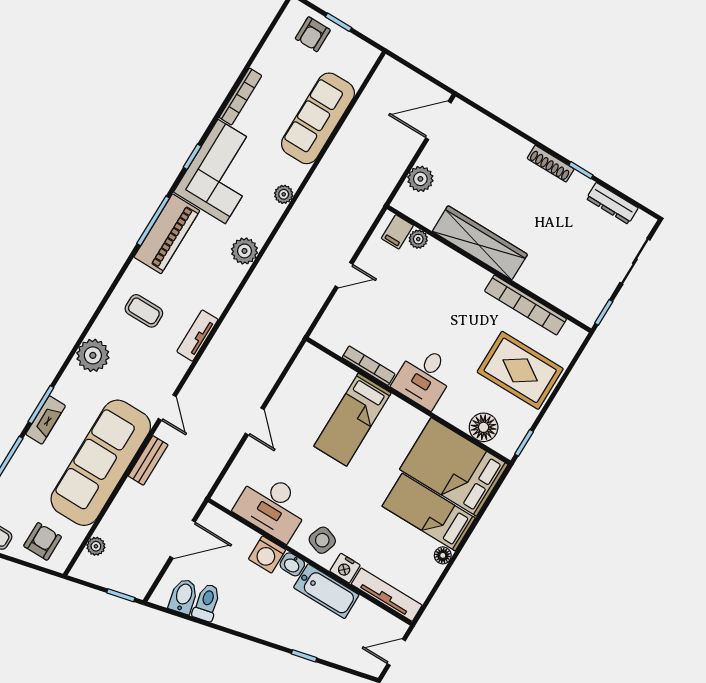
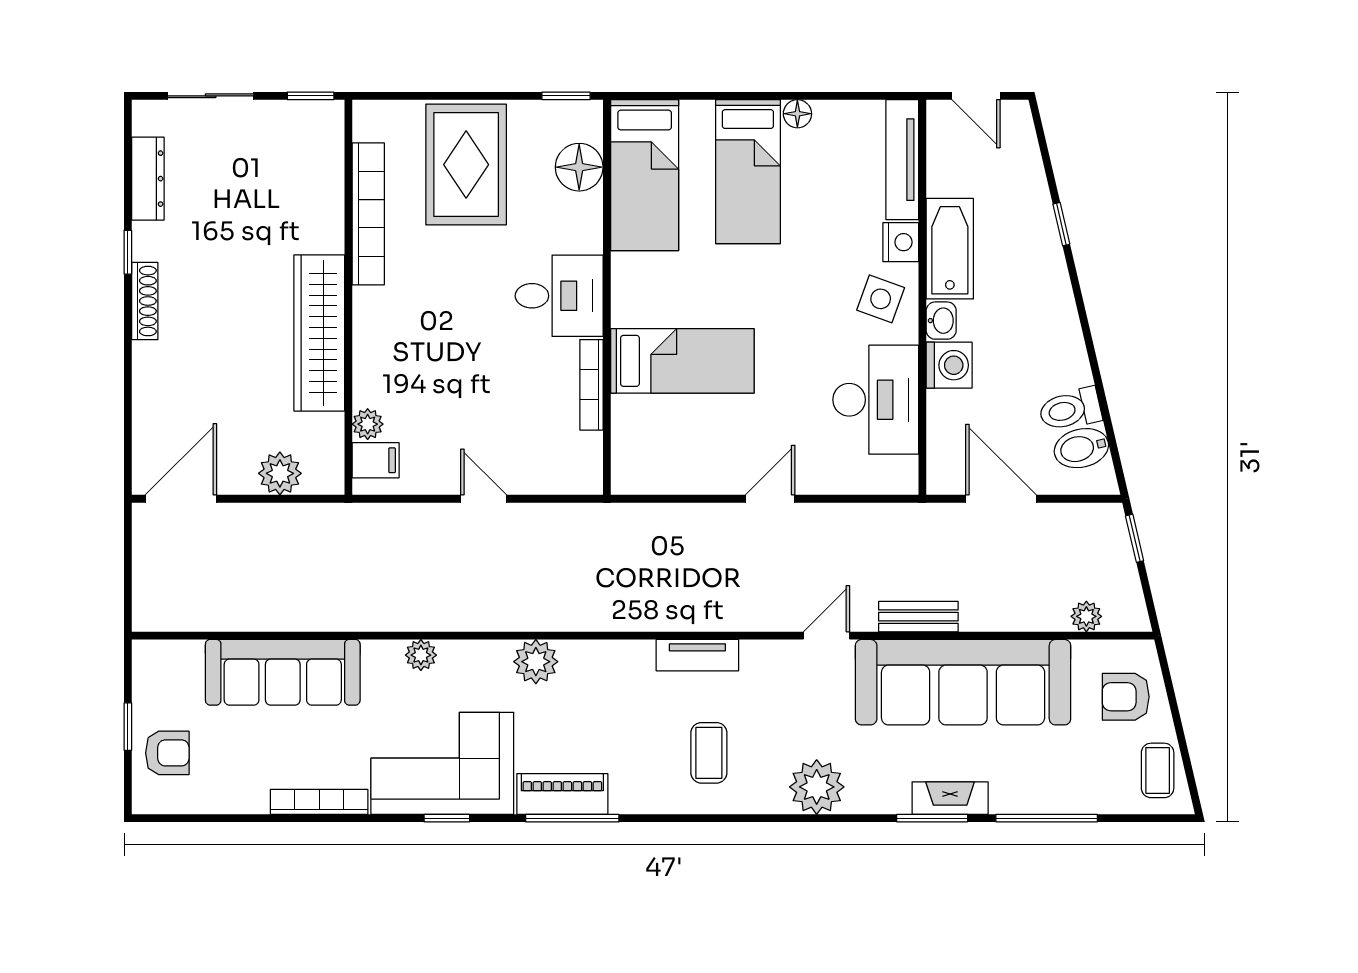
door: (438, 120) -> (181, 499), swing flipped
piano: (167, 234) -> (562, 794), width x0.73, depth x0.75
bed: (454, 467) -> (645, 175), width x0.67

